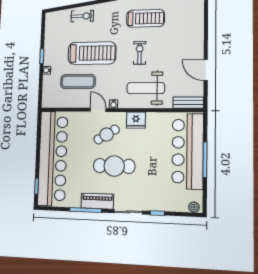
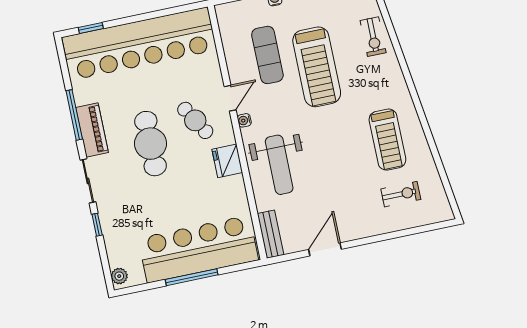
exercise bike: (140, 53) -> (401, 194), moved
weight bench: (146, 88) -> (279, 165), turned 180

